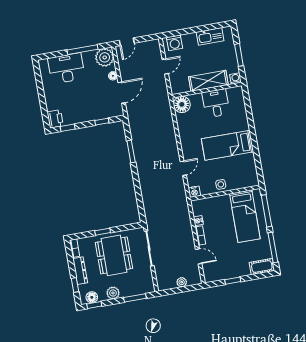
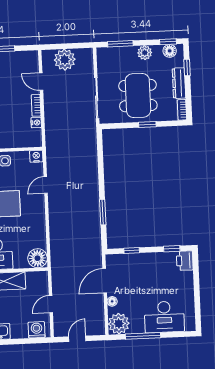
door: (127, 42) -> (77, 339), moved
plant: (182, 282) -> (65, 60), width x1.88, depth x1.88

